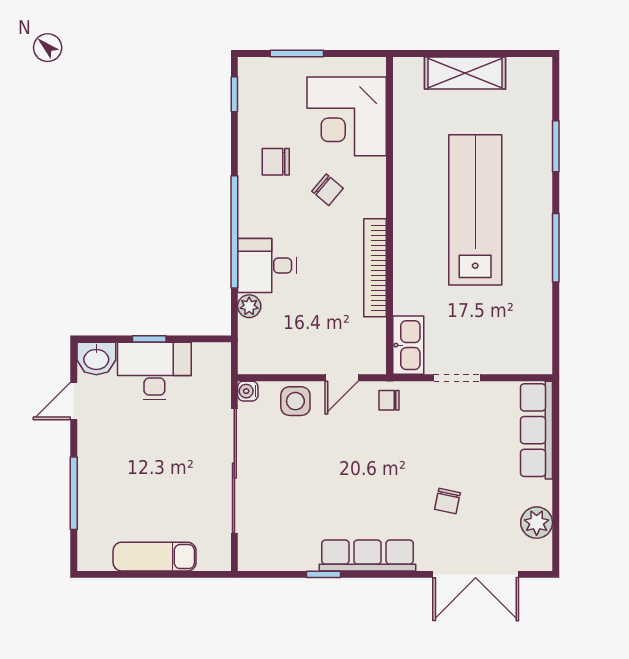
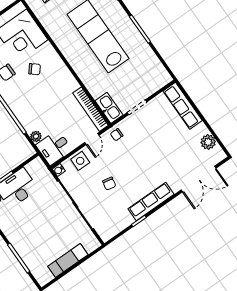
desk: (267, 265) -> (54, 147), moved
bookcase: (375, 268) -> (90, 109), moved
chair: (447, 501) -> (109, 184), moved

